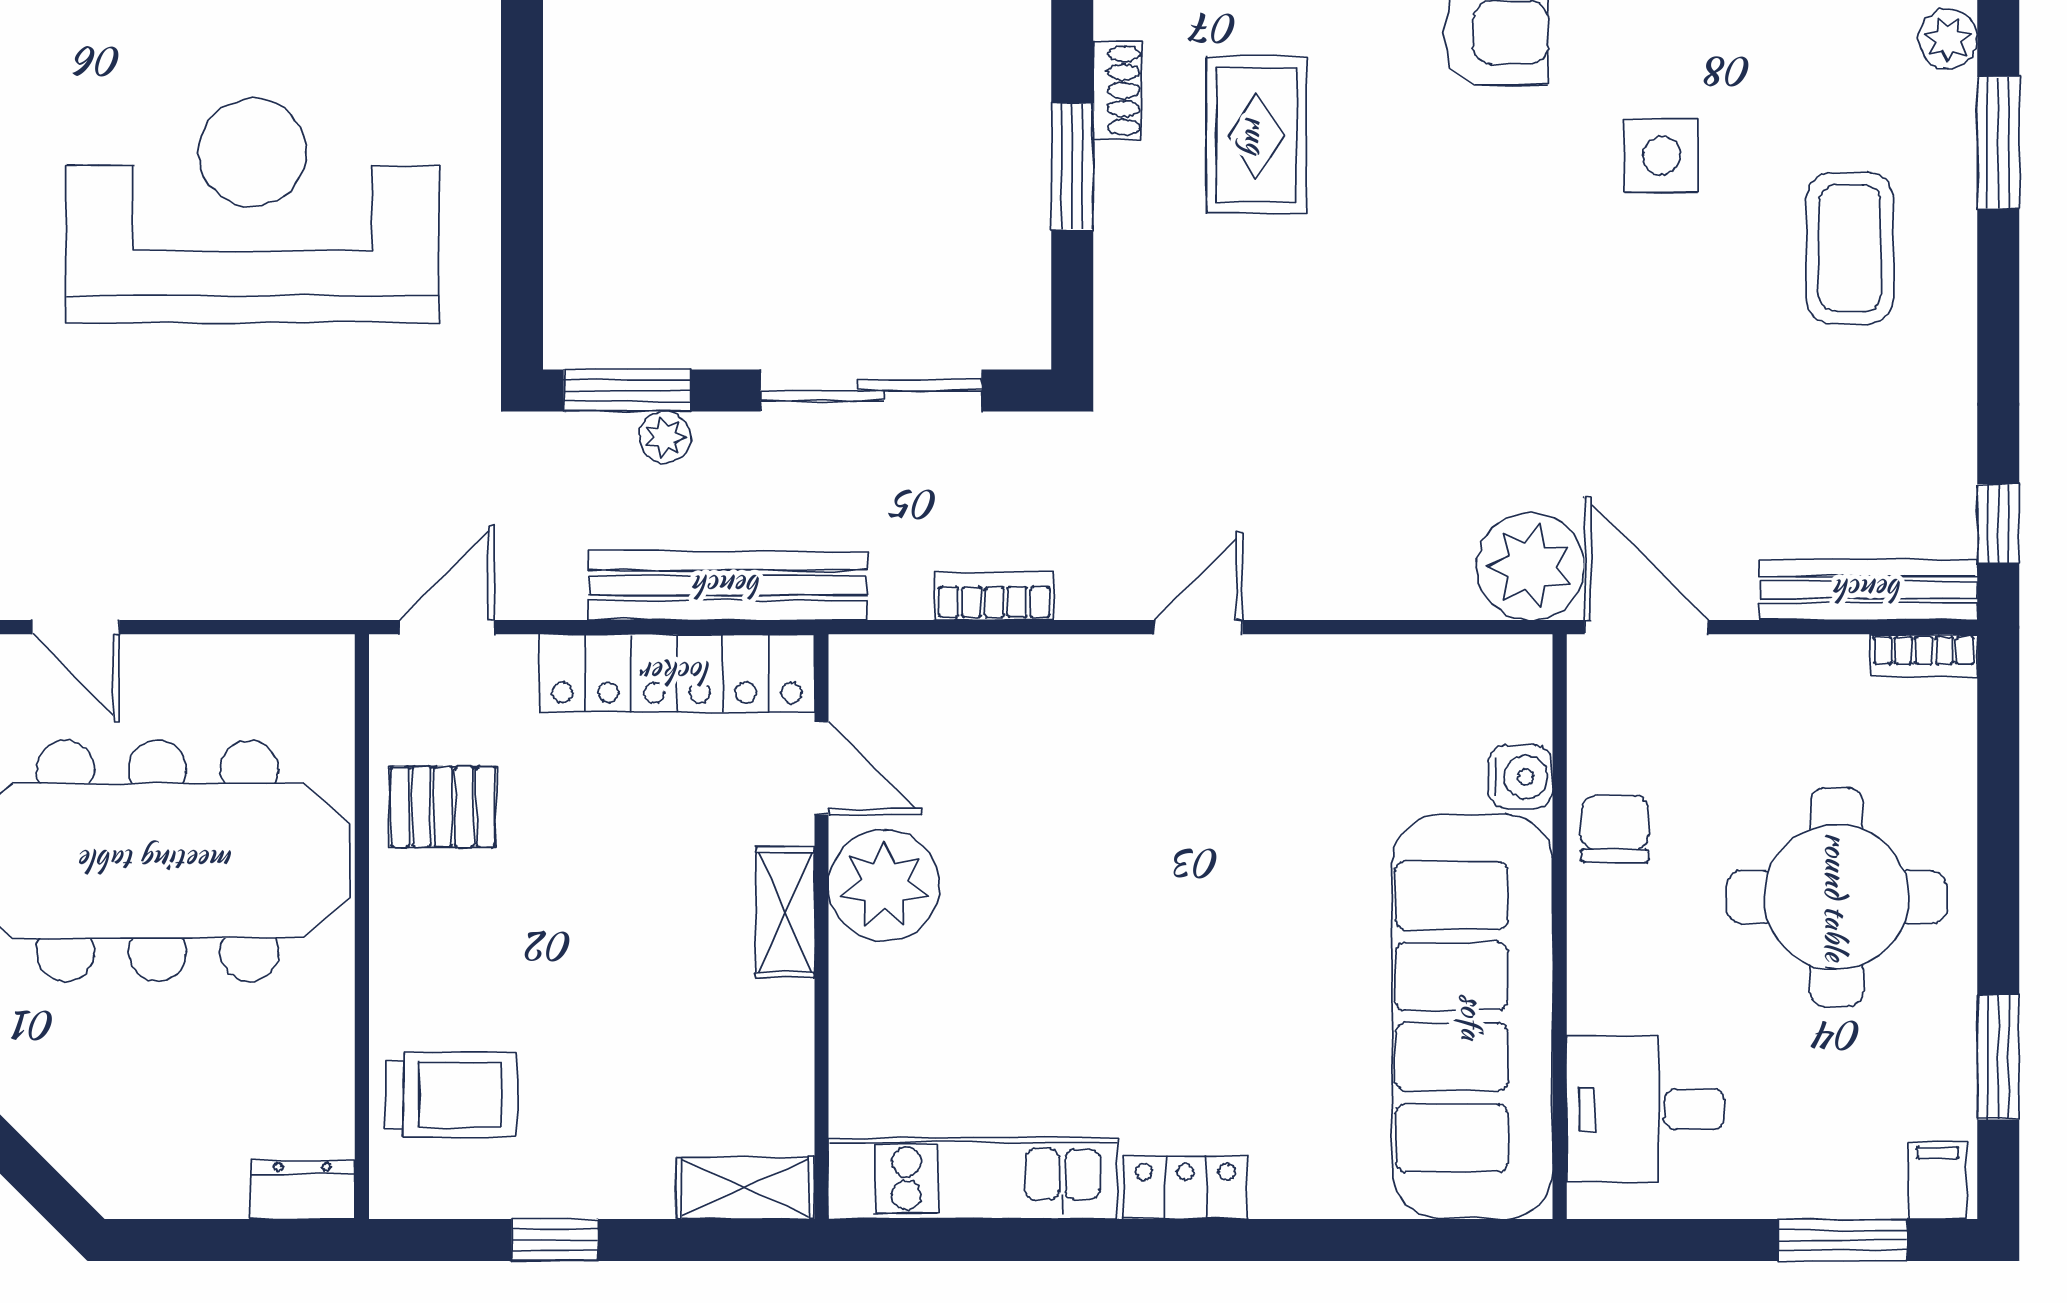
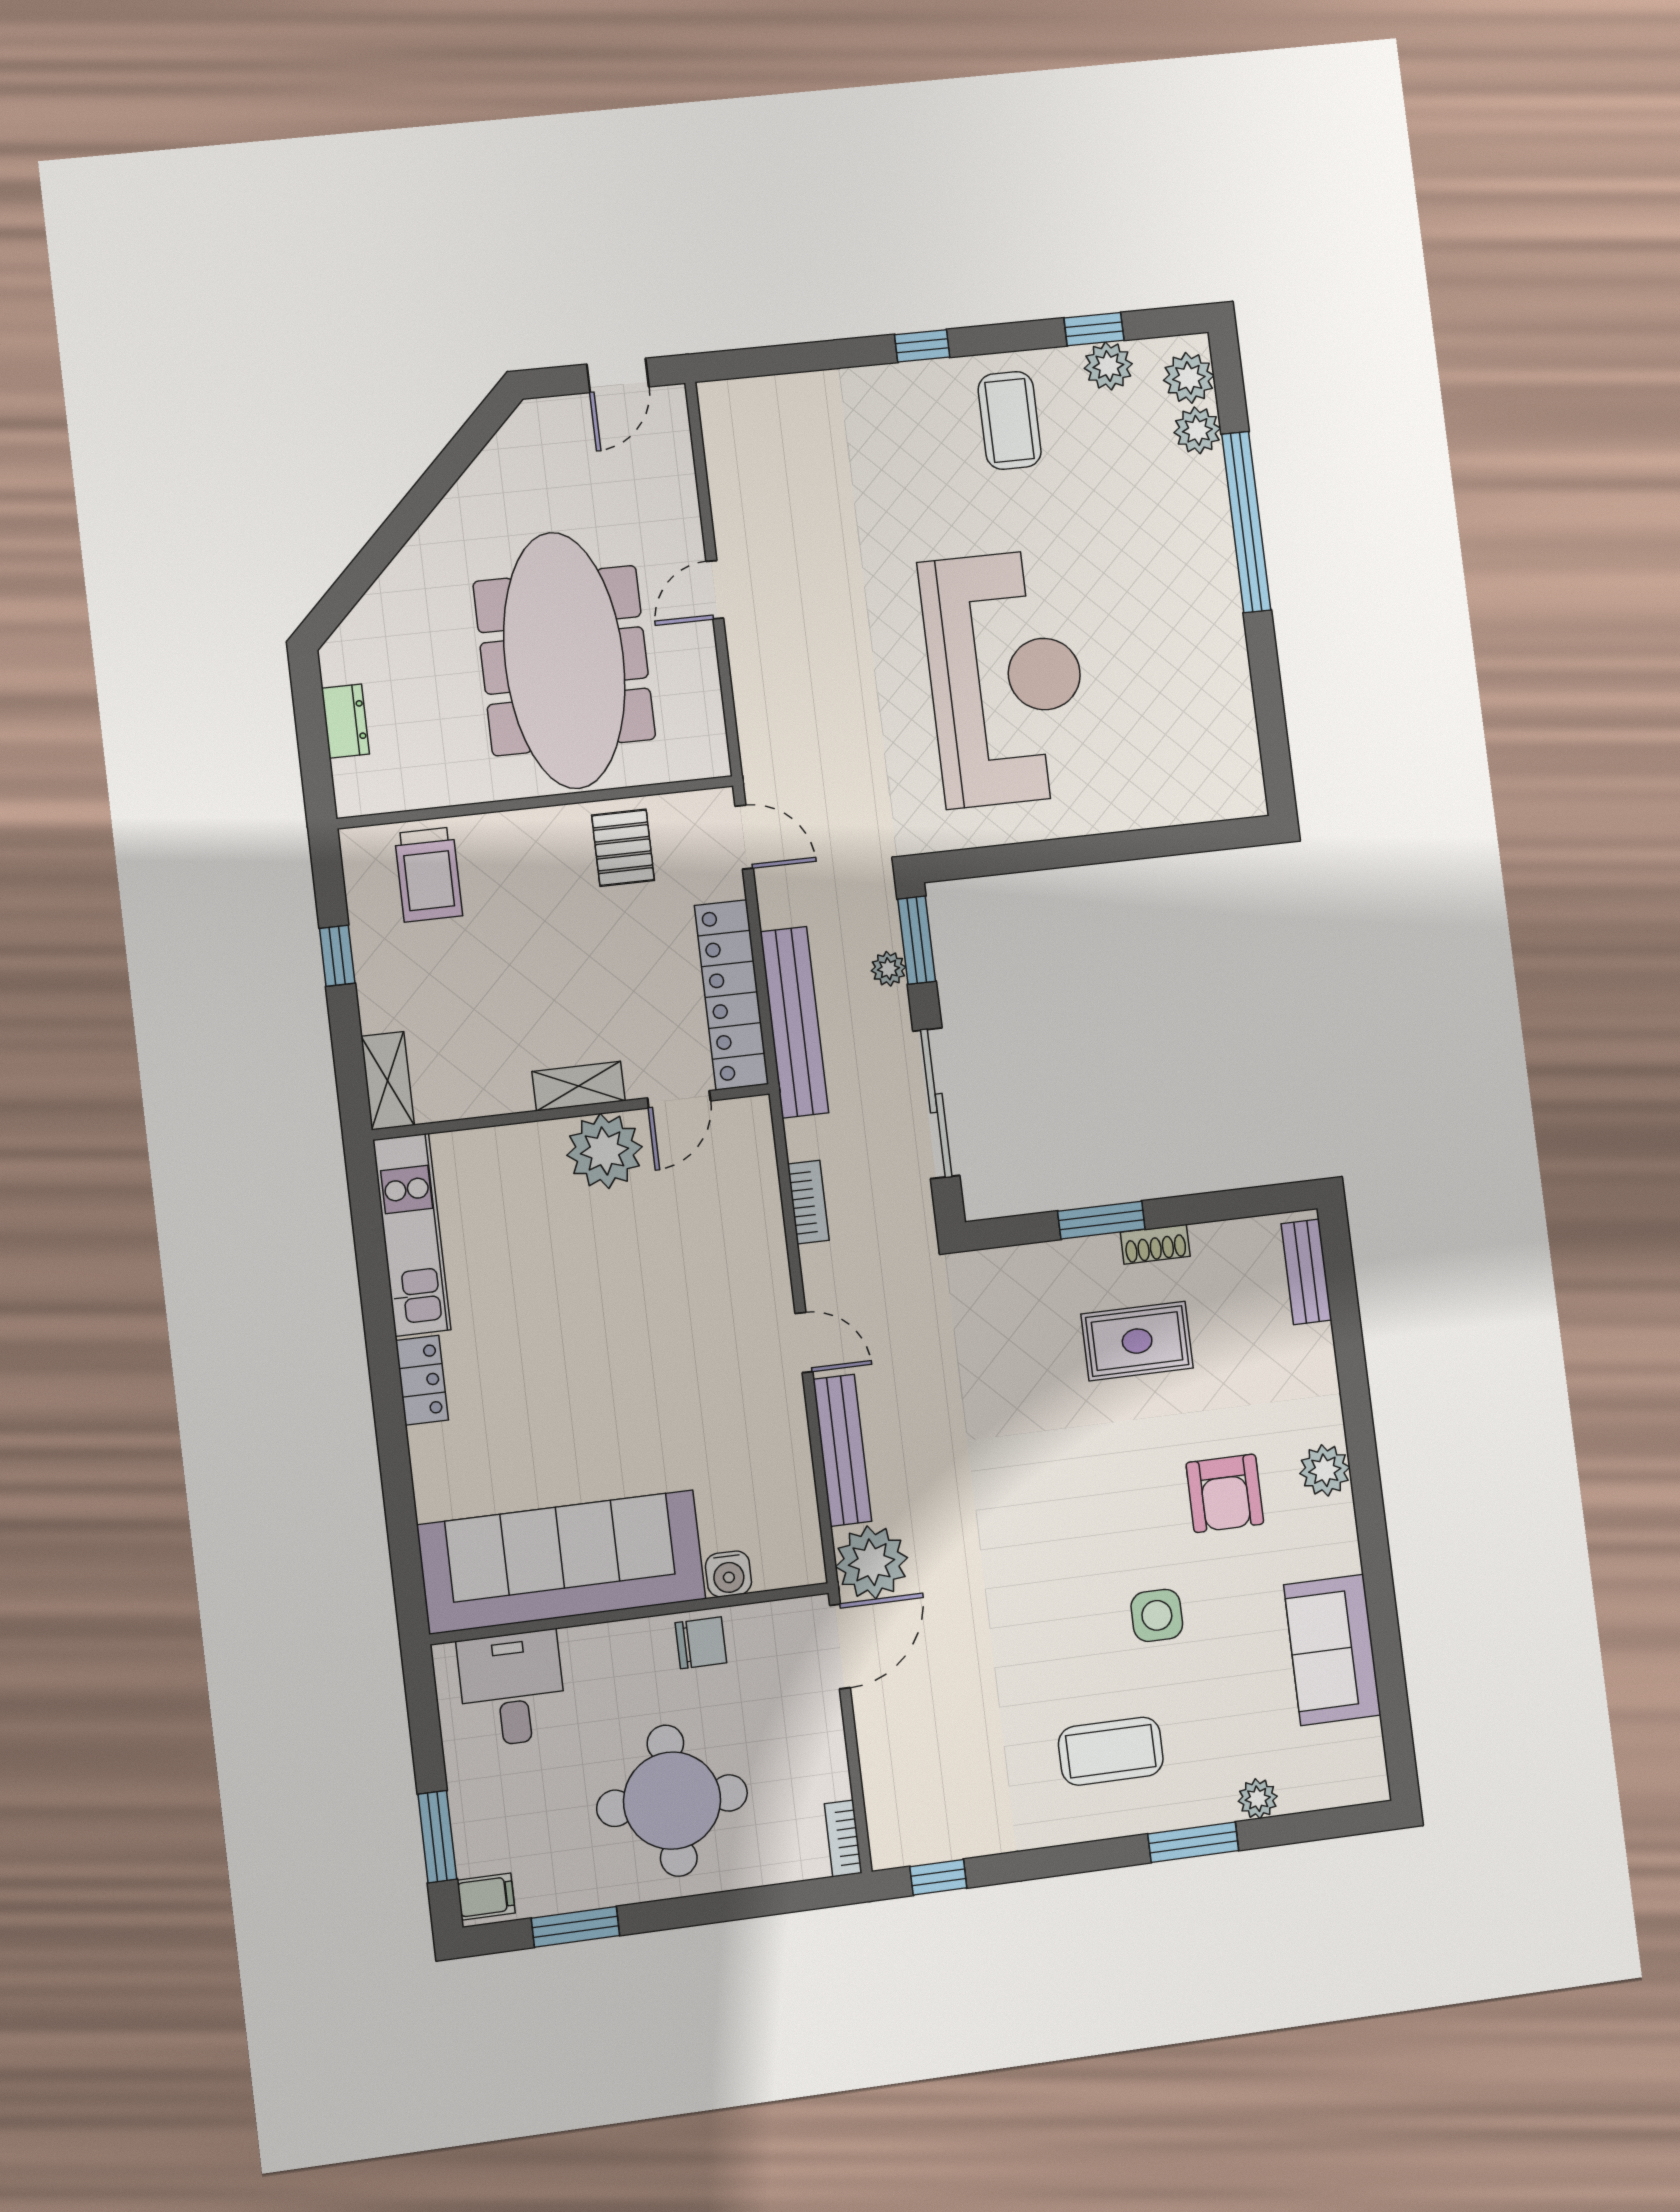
bench: (1869, 590) -> (842, 1450), moved
dresser: (302, 1190) -> (345, 721), moved

